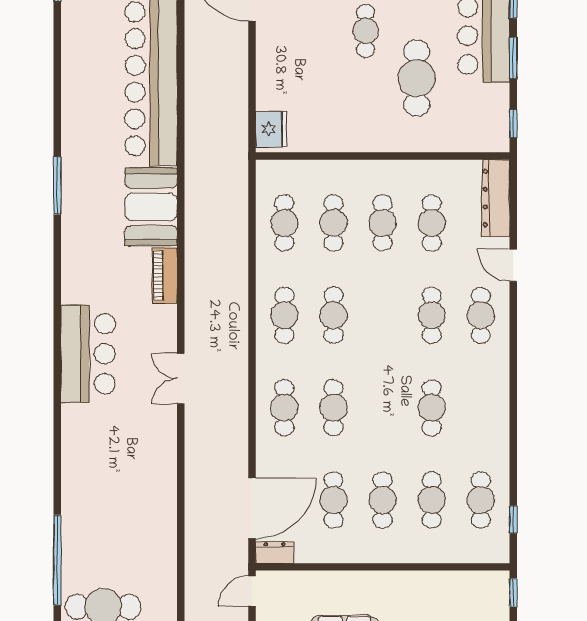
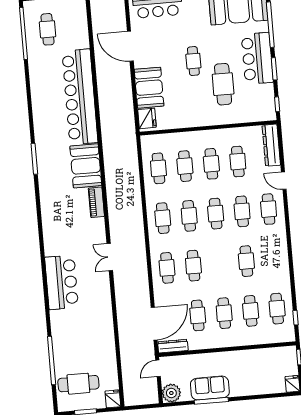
booth: (280, 73) -> (149, 88), added
cafe table: (383, 315) -> (216, 214), added
bar counter: (88, 354) -> (62, 282), moved
dresser: (275, 553) -> (173, 346), width x1.44

